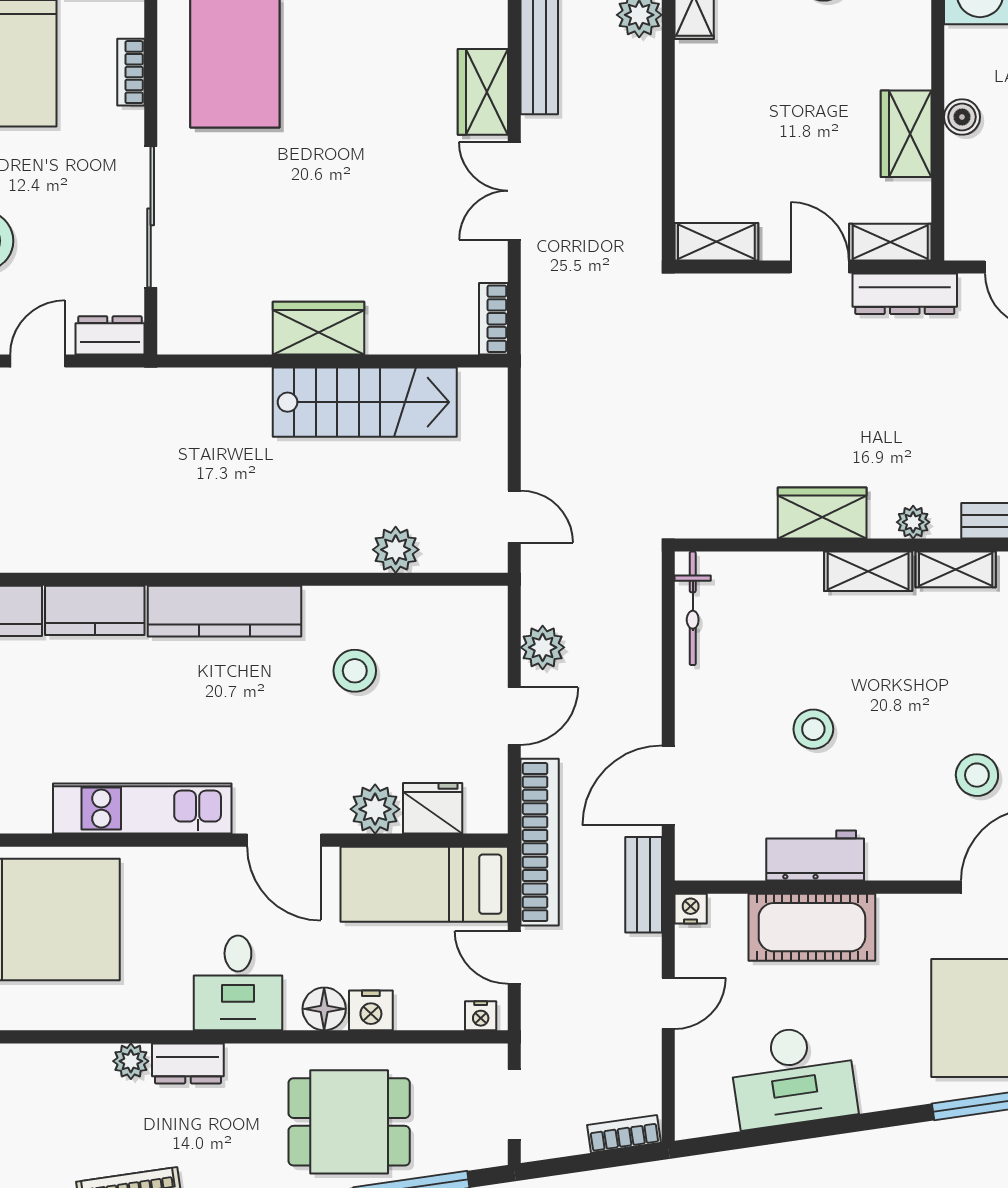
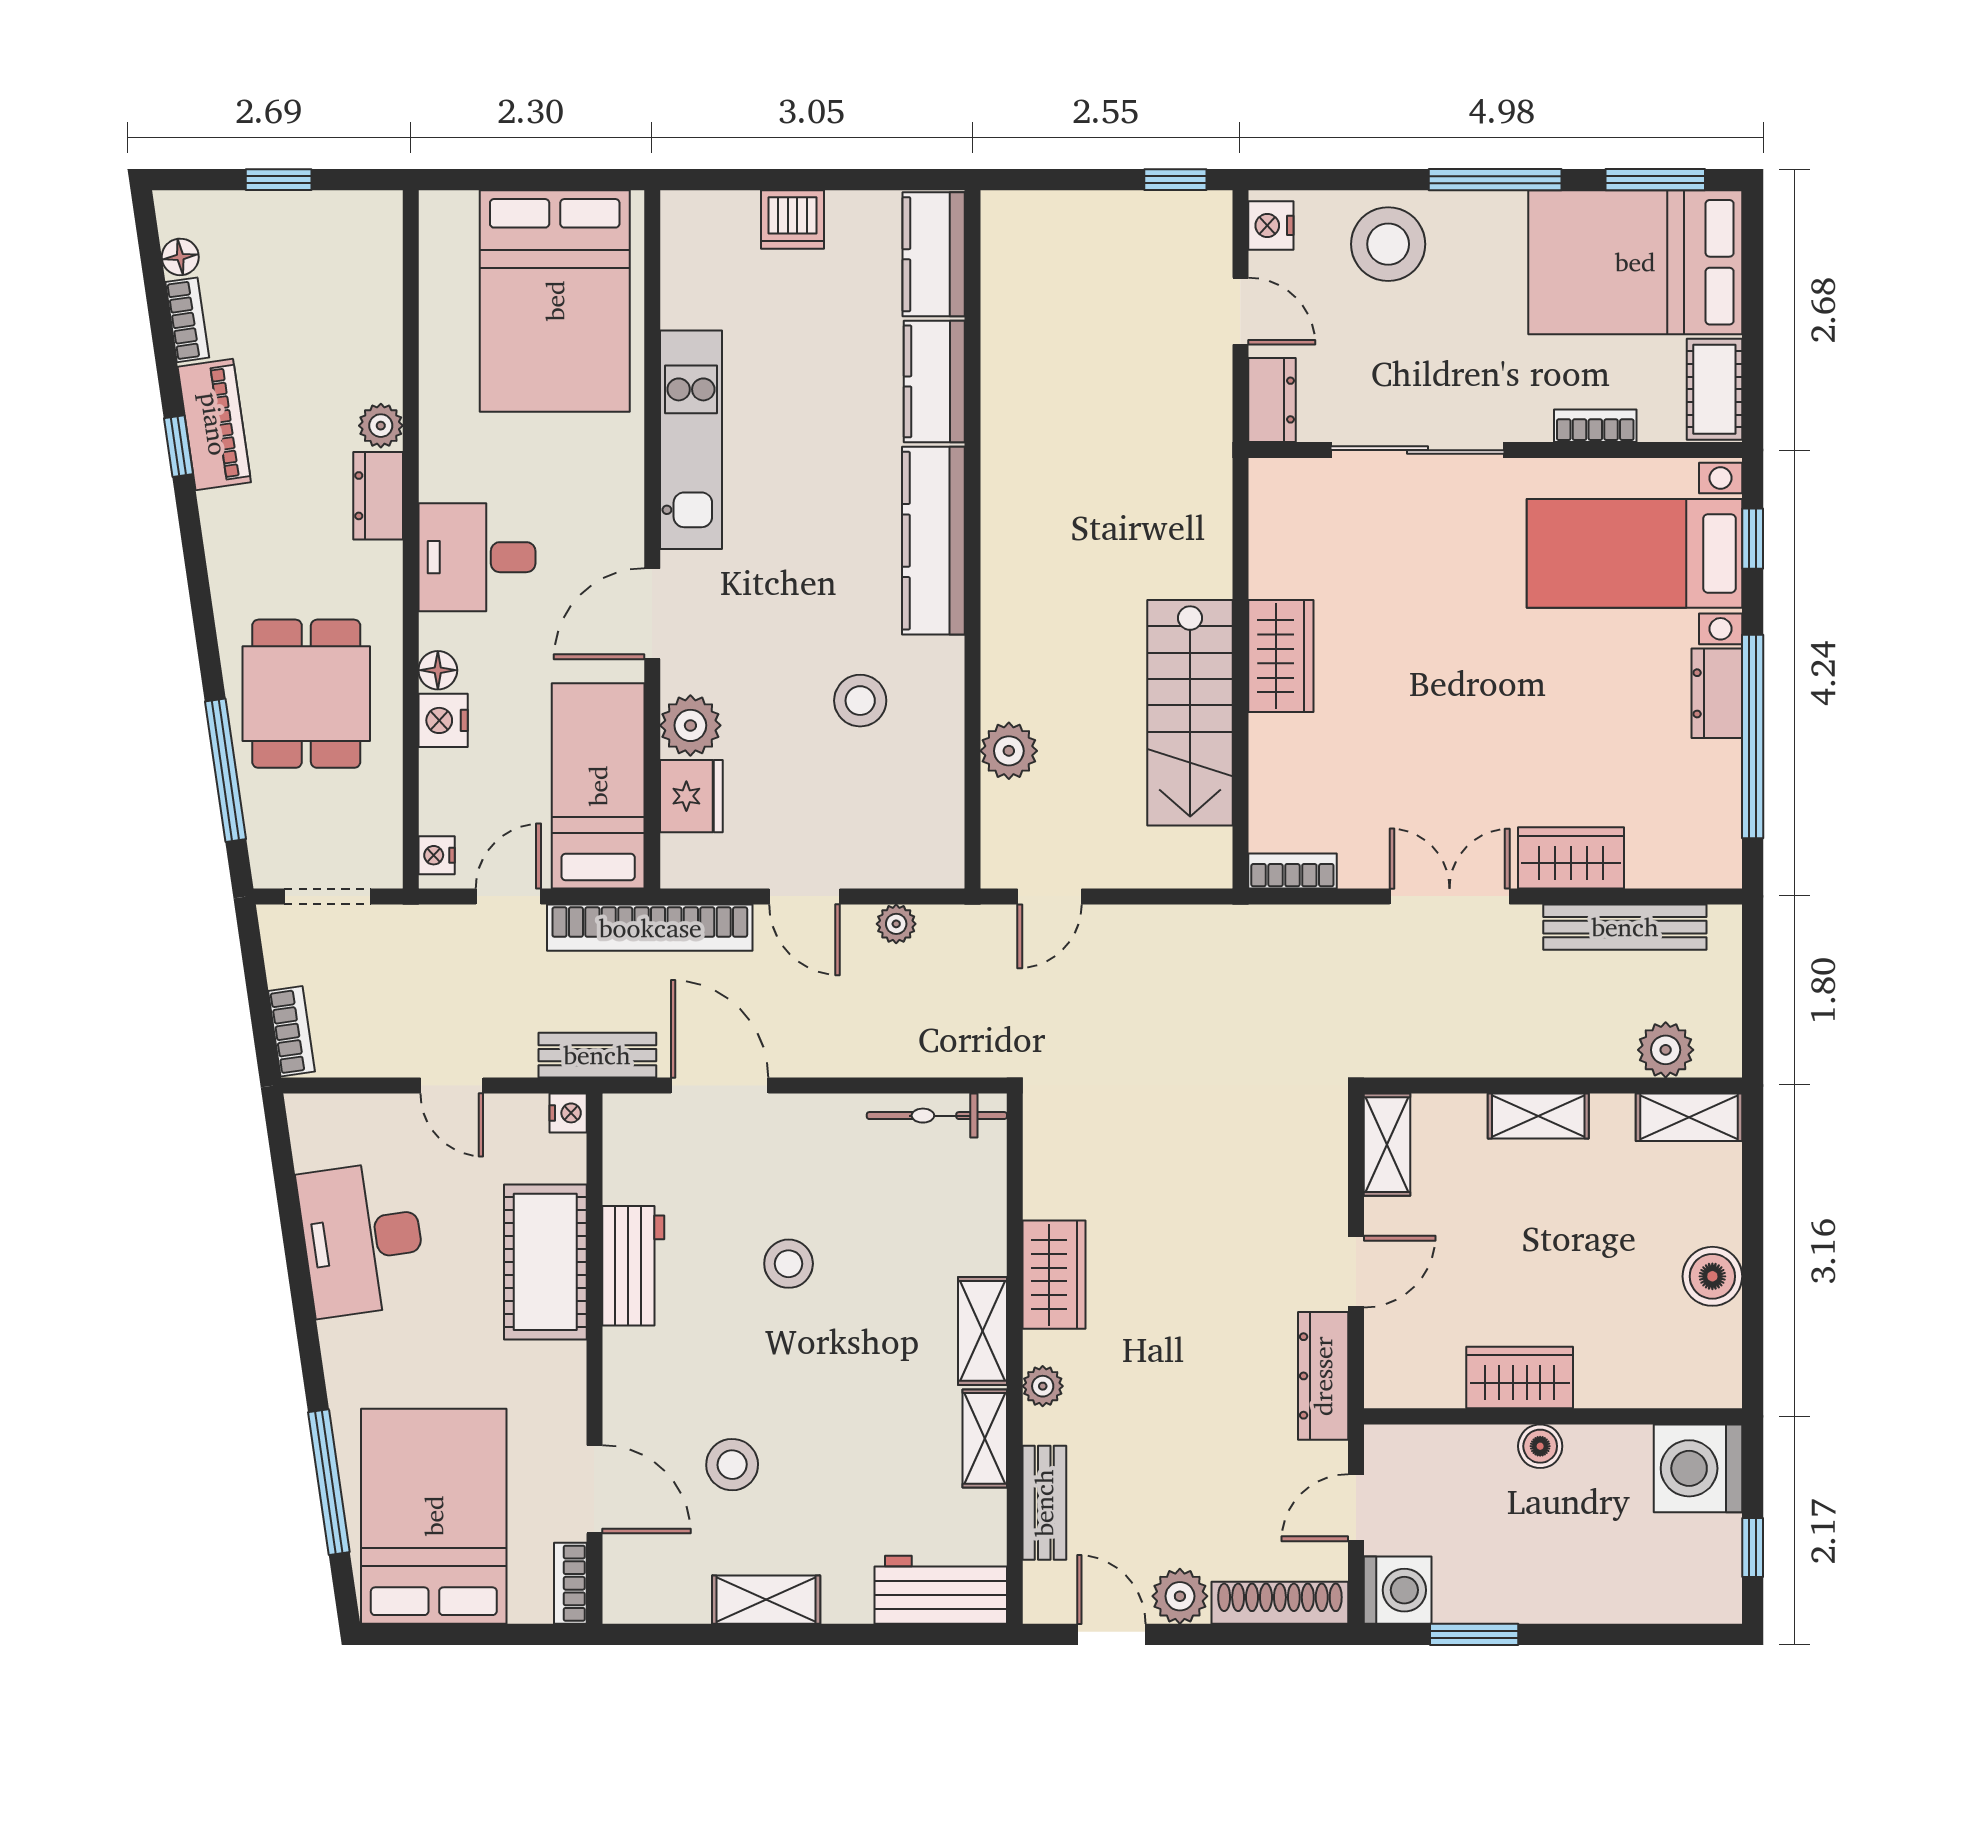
shelving: (890, 242) -> (1538, 1116), moved, turned 90
plant: (543, 647) -> (896, 924), width x0.73, depth x0.73
floor lamp: (324, 1009) -> (438, 670), width x0.73, depth x0.73

